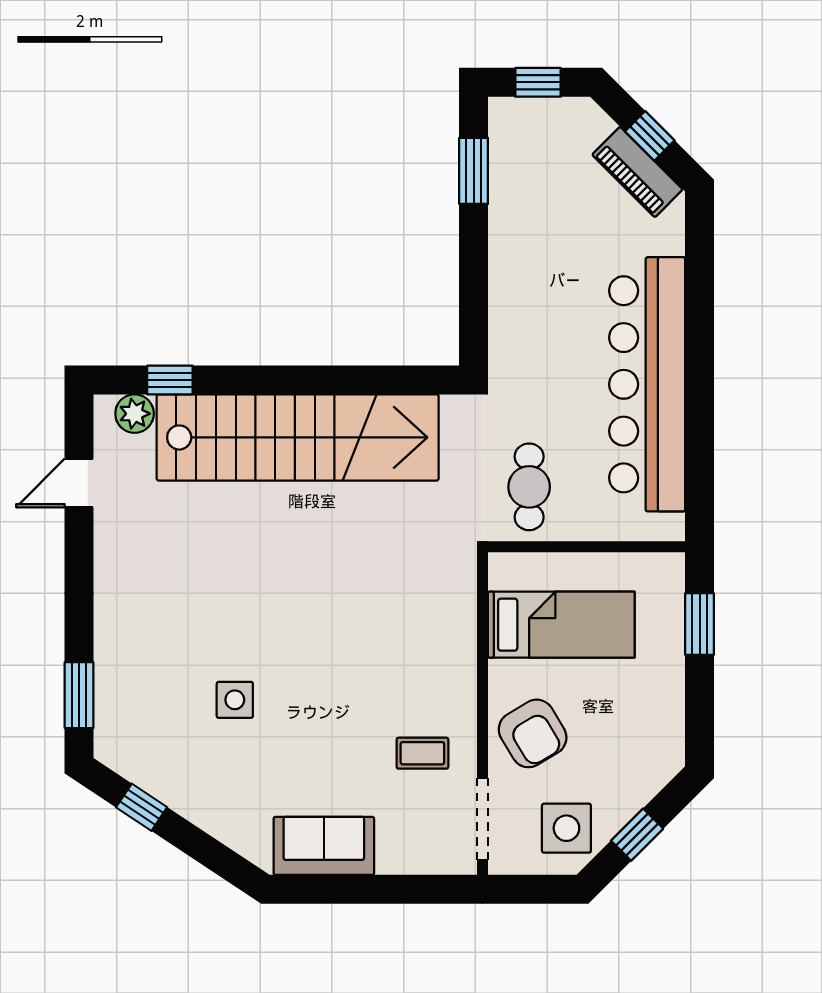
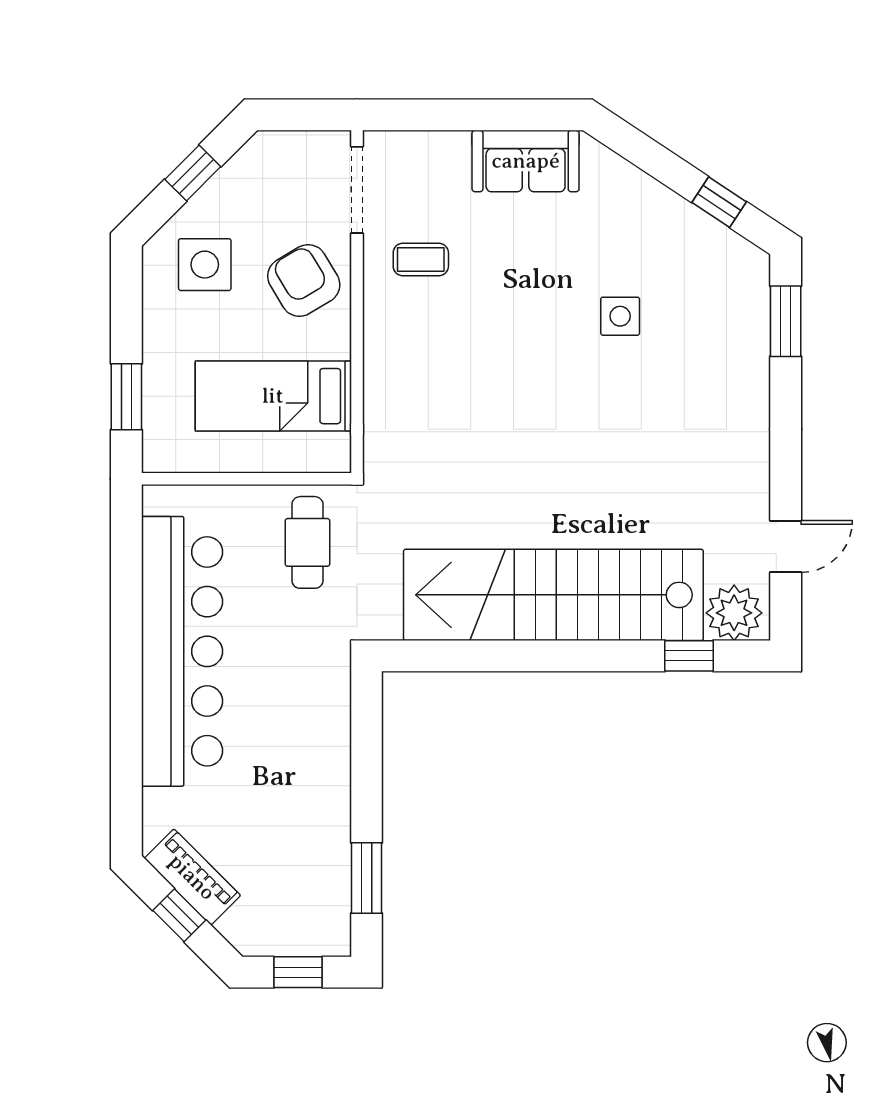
plant: (135, 414) -> (734, 613), width x1.36, depth x1.36
side table: (566, 828) -> (205, 265), moved

